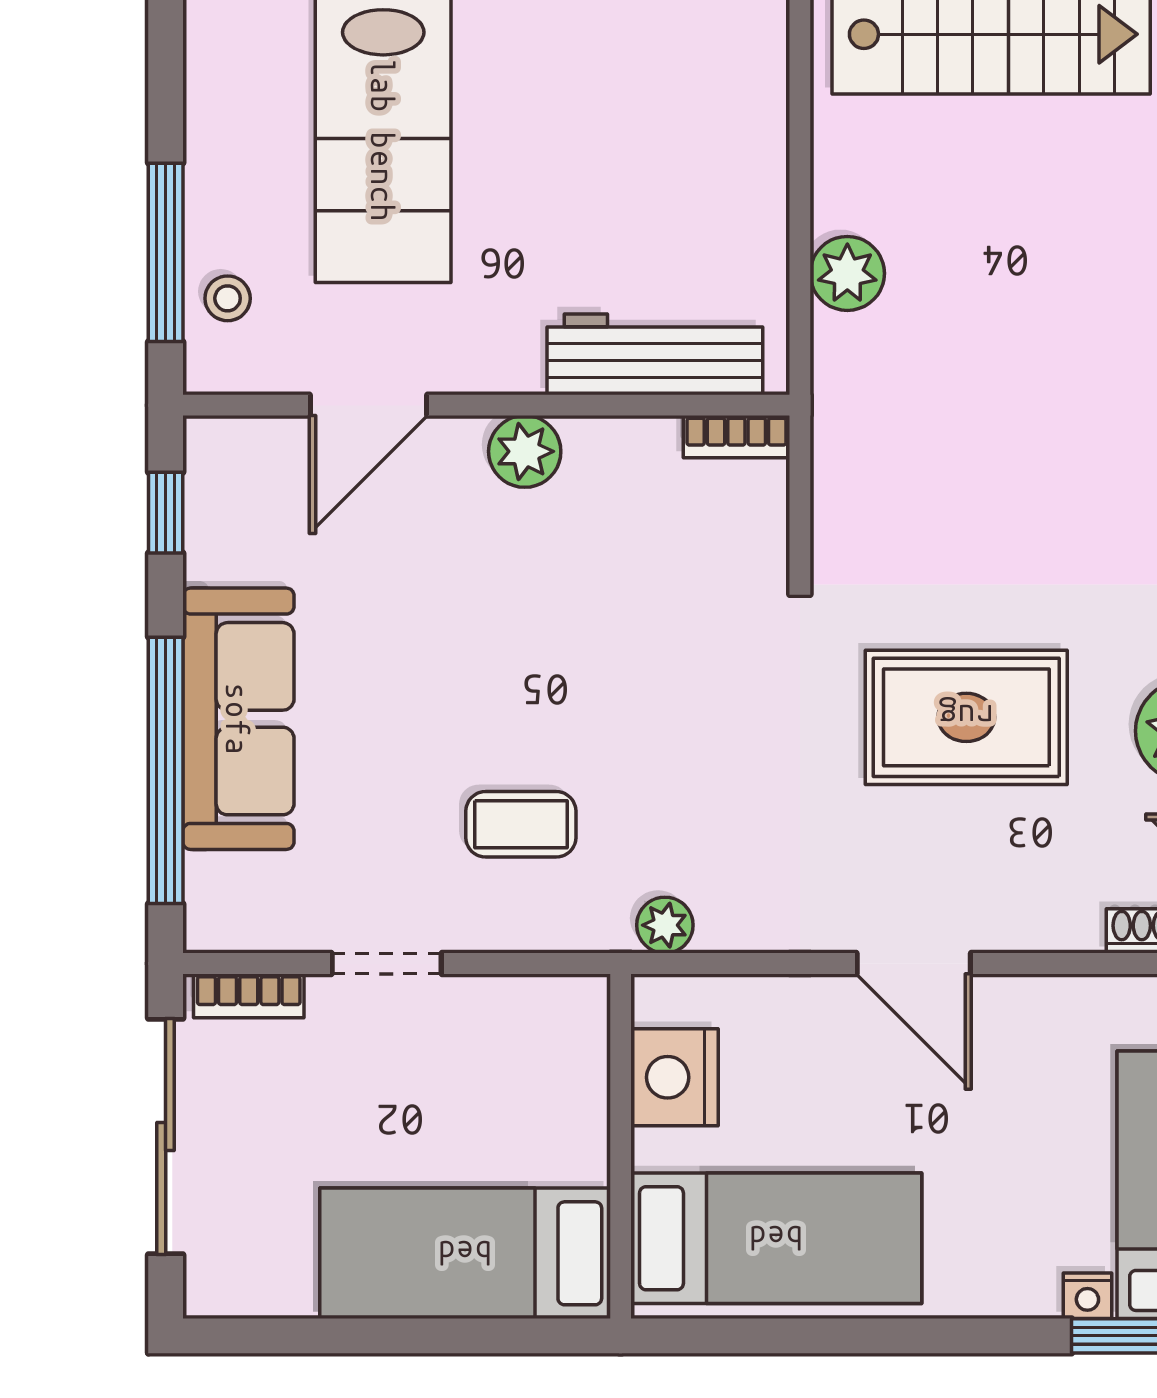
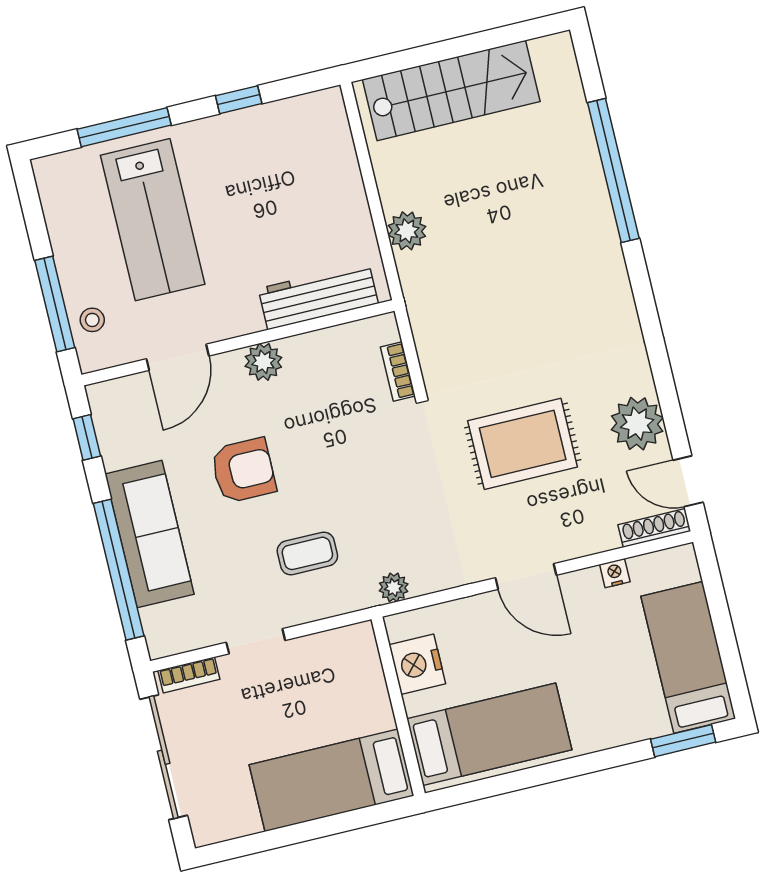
bookcase: (736, 437) -> (398, 371), moved, turned 90
armchair: (440, 643) -> (243, 471), added
nightstand: (1087, 1296) -> (615, 573), moved, turned 180

